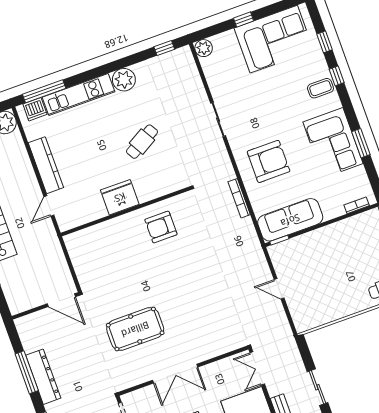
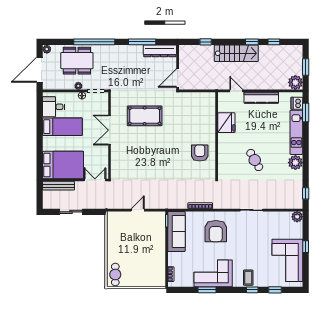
window: (44, 91) -> (306, 113), width x0.69
fridge: (120, 197) -> (226, 123), moved
pool table: (135, 329) -> (145, 116), turned 90
dresser: (43, 377) -> (160, 51), moved

